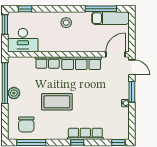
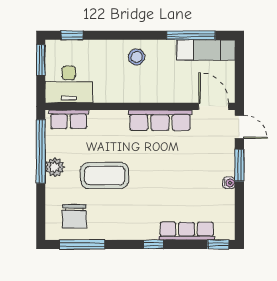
door: (115, 54) -> (214, 106), hinge flipped
row of seats: (48, 62) -> (69, 119), moved
coffee table: (57, 102) -> (105, 175), moved
row of seats: (85, 134) -> (187, 231), moved

